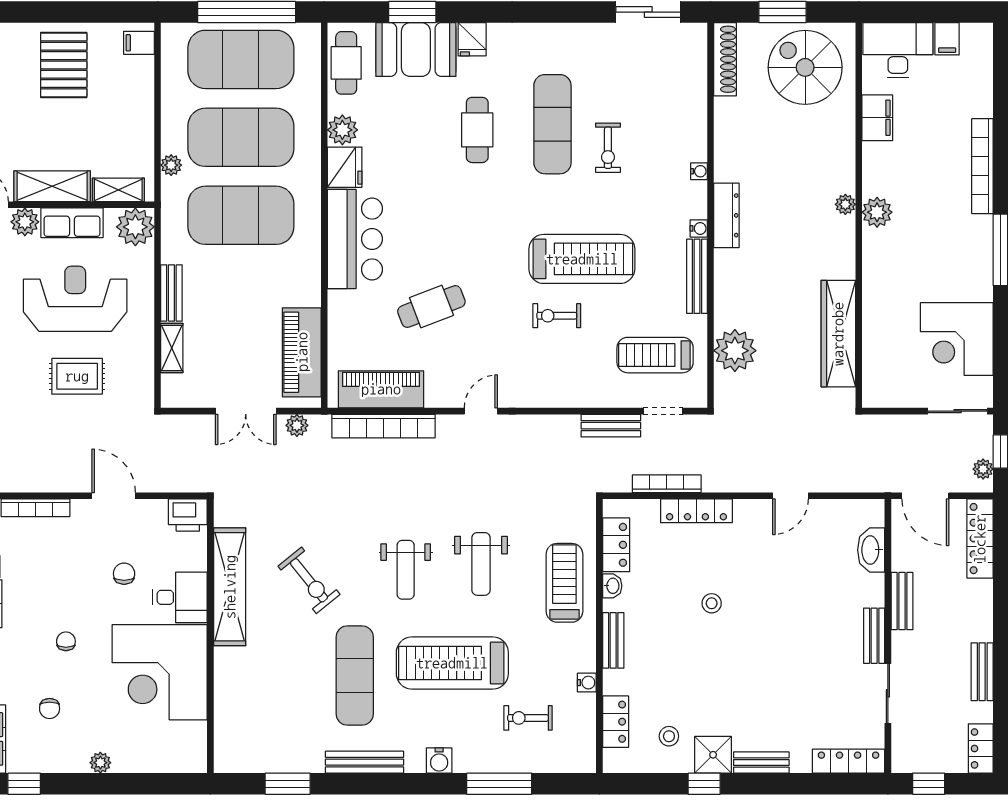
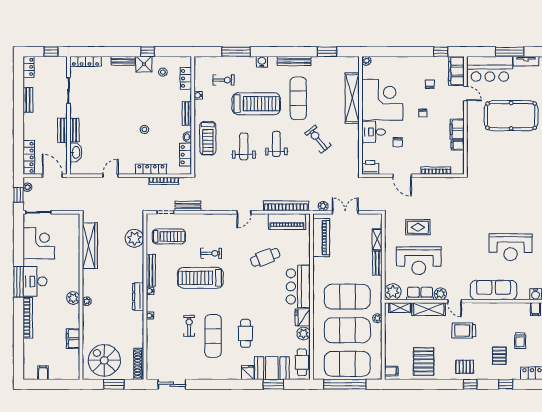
desk: (898, 50) -> (35, 281), moved, turned 90
spiral stairs: (805, 67) -> (104, 360), turned 180
shelving: (230, 587) -> (352, 98), moved
bench: (874, 636) -> (74, 130), moved
plant: (100, 763) -> (366, 61), moved

